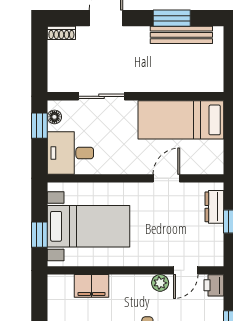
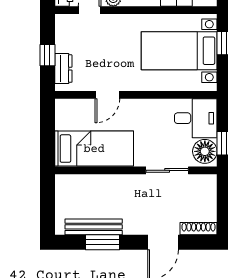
shoe rack: (61, 33) -> (199, 229), width x1.43
floor lamp: (54, 117) -> (205, 151), width x1.89, depth x1.89

